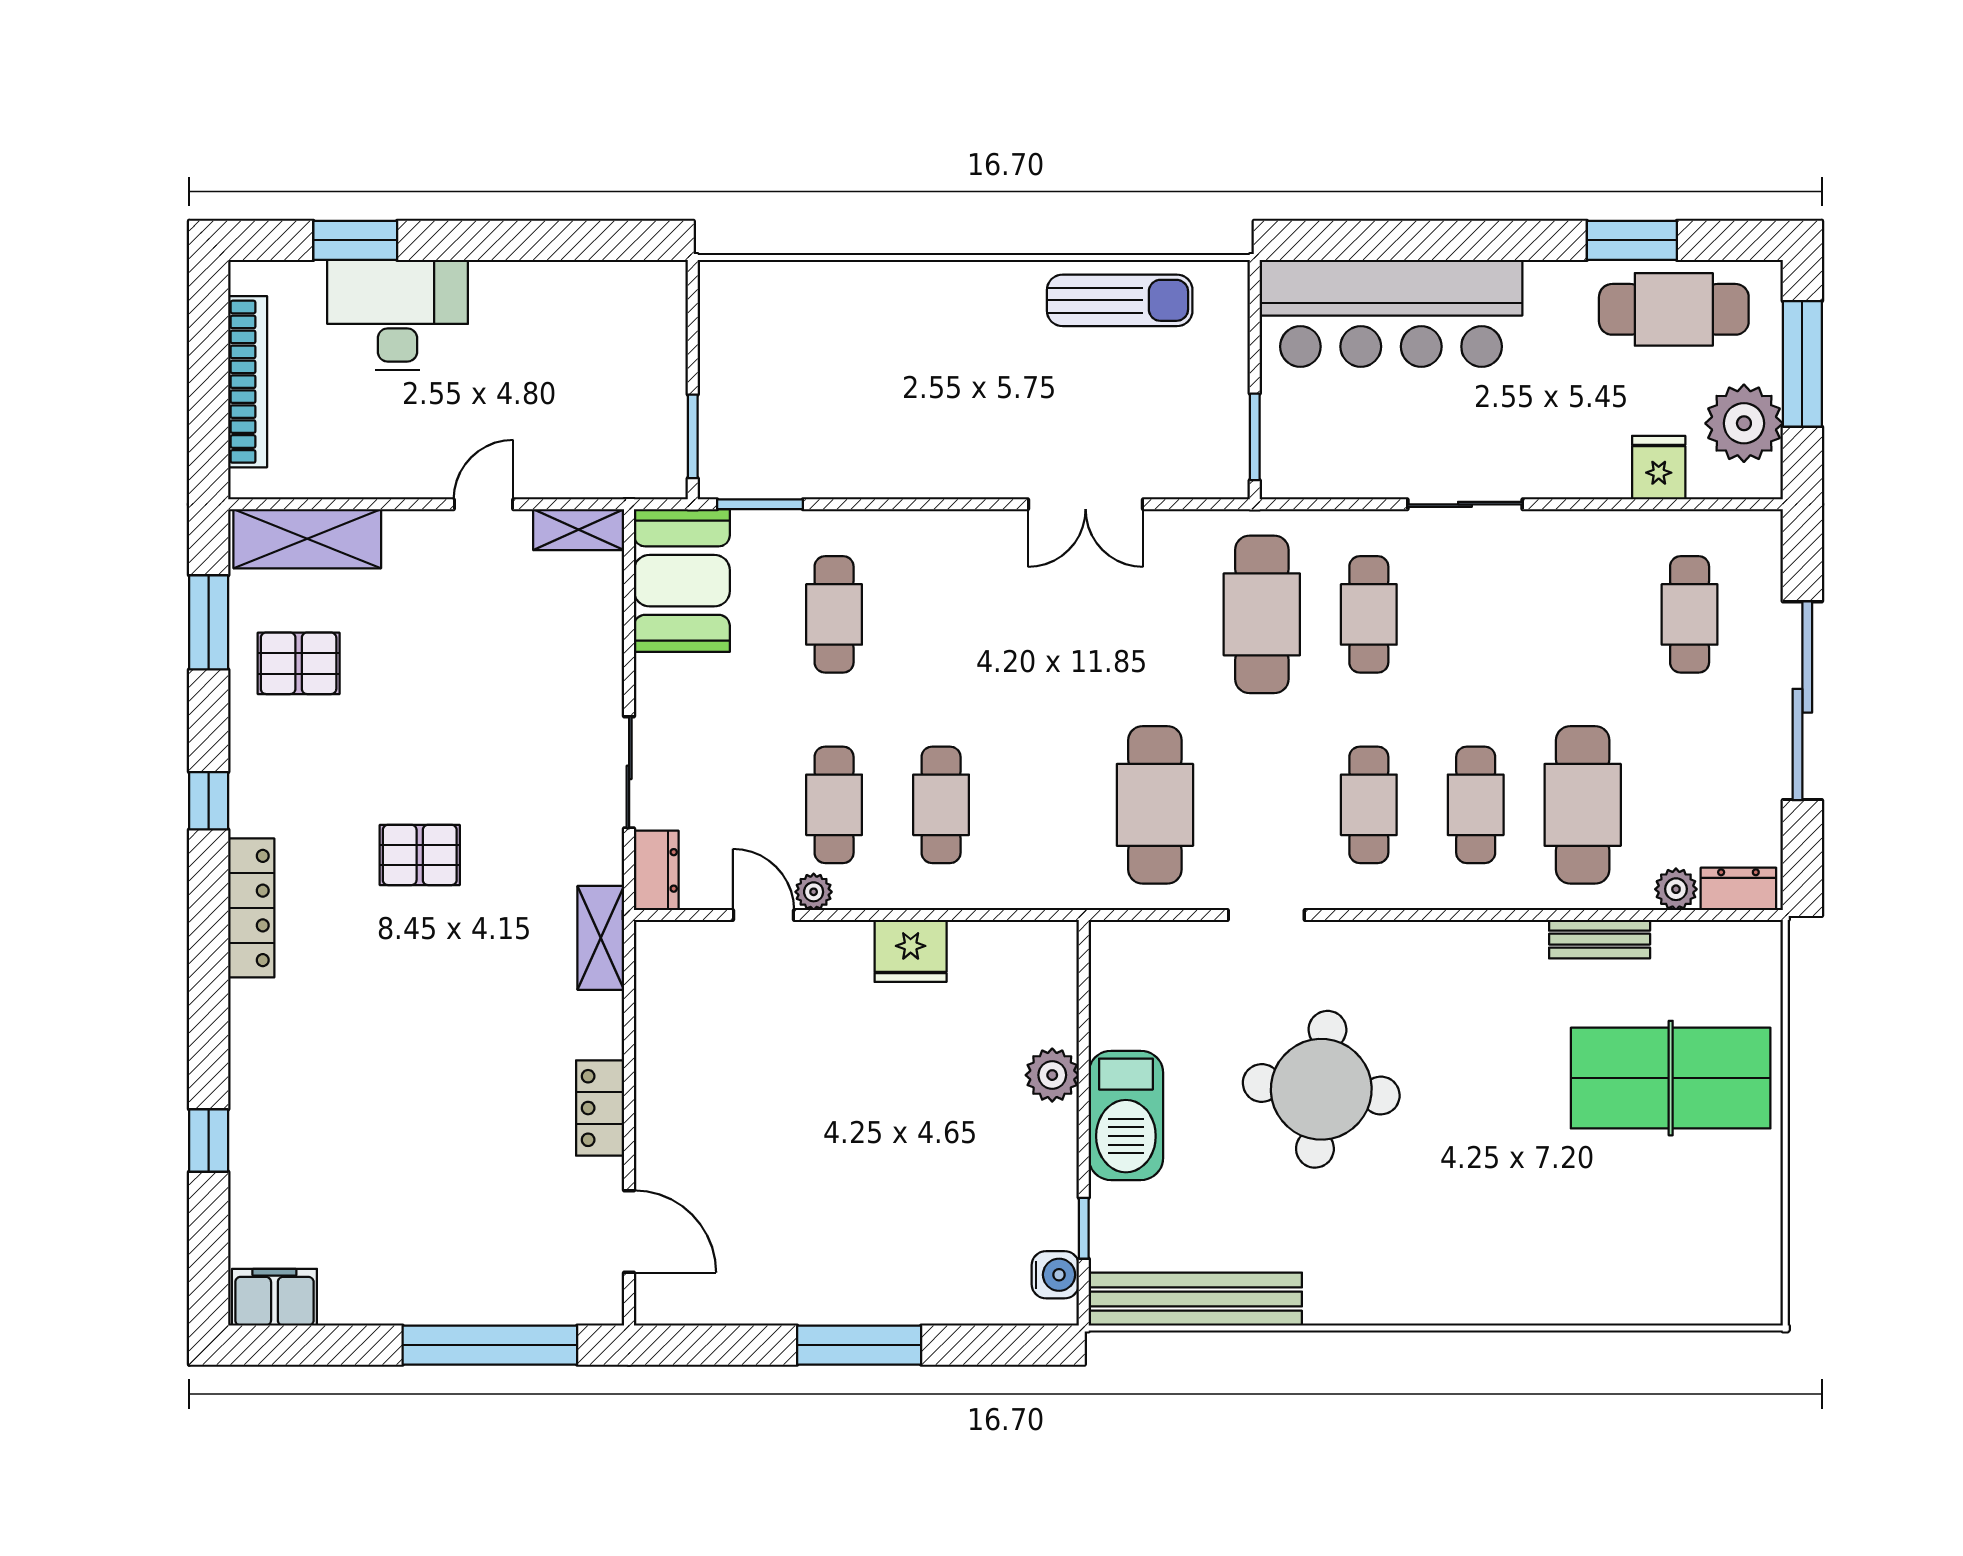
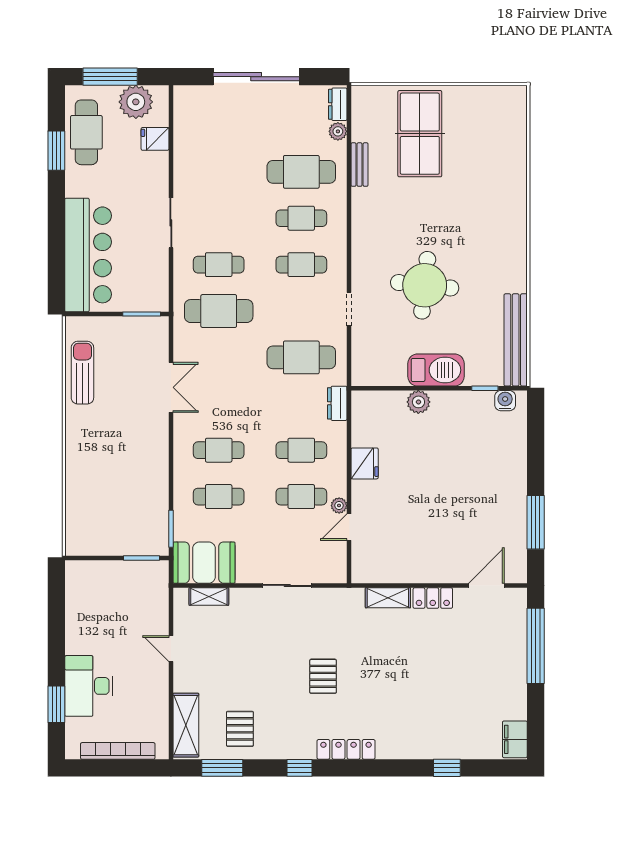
shelving: (579, 530) -> (209, 596), moved, turned 90
cafe table: (1690, 614) -> (219, 450), moved
dresser: (656, 870) -> (337, 403), moved, turned -90
shelving: (601, 938) -> (388, 598), moved
window: (859, 1345) -> (536, 522), moved

